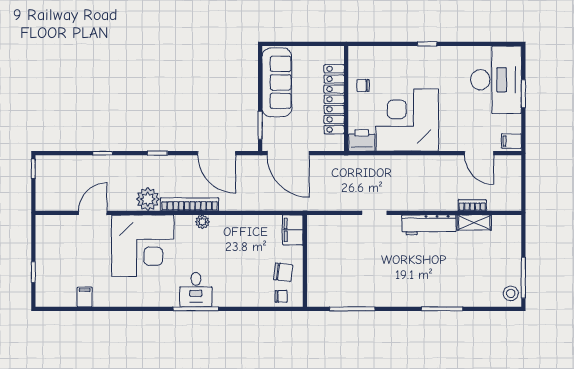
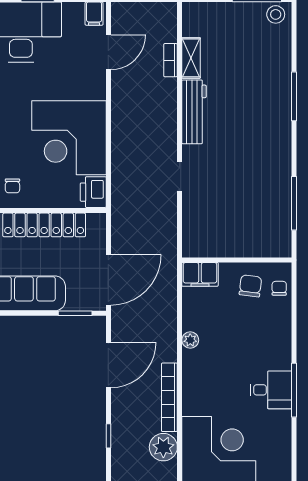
chair: (363, 86) -> (12, 186), moved
plant: (202, 222) -> (190, 340), moved

